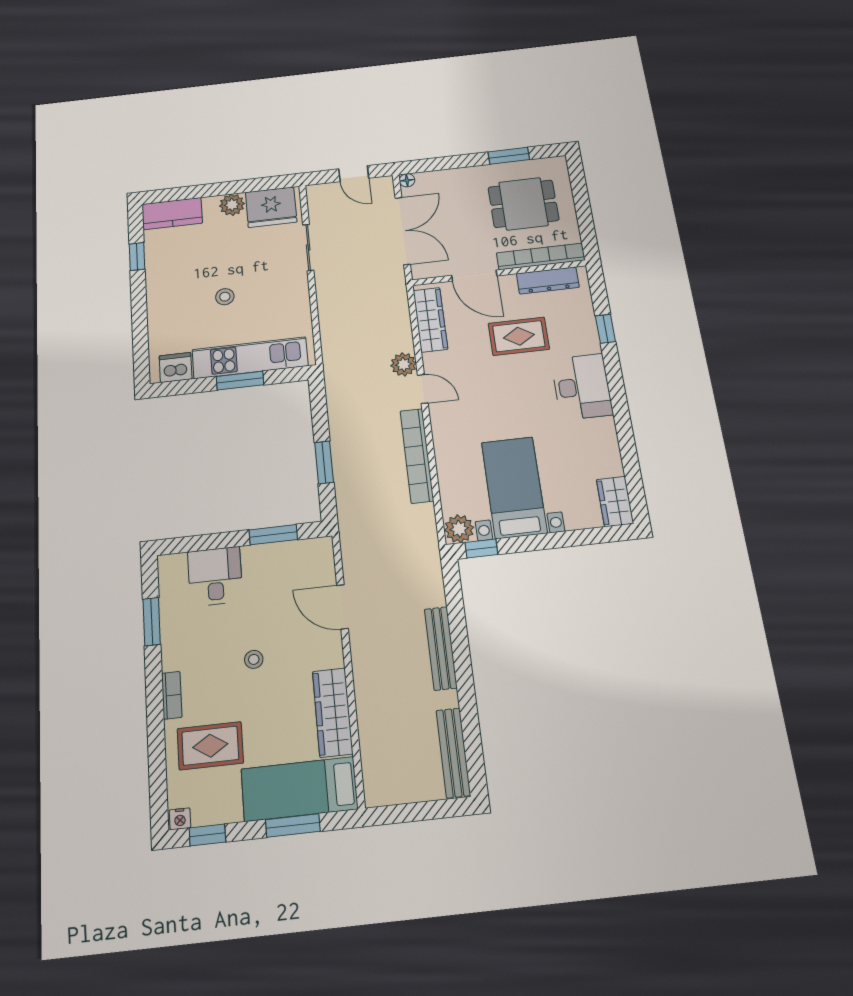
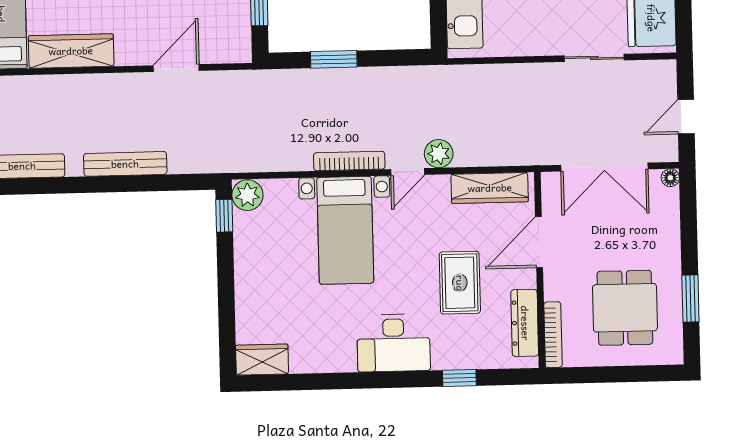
bookcase: (541, 257) -> (553, 335), width x0.68, depth x0.76
bookcase: (417, 455) -> (349, 161), width x0.68, depth x0.76
bed with nightstands: (514, 487) -> (345, 230), moved, turned 90

